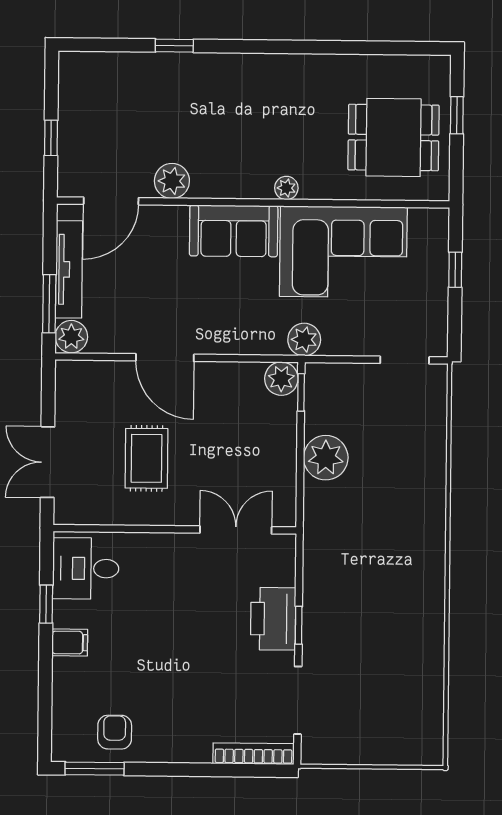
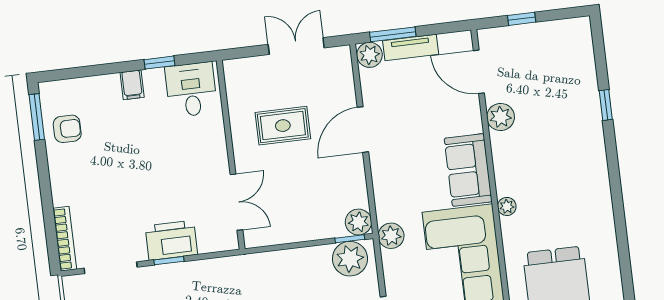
tv unit: (69, 269) -> (411, 47), width x0.71
plant: (326, 458) -> (350, 259), moved
double door: (48, 462) -> (296, 46), moved

